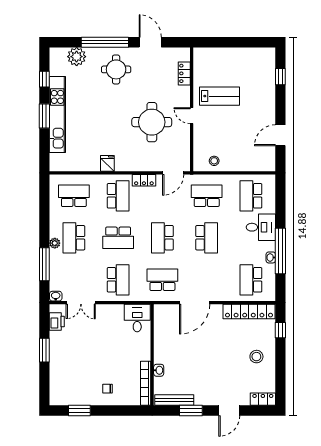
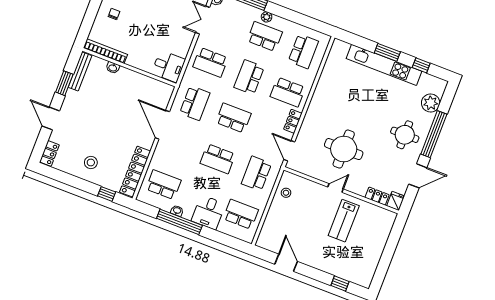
fridge: (107, 163) -> (396, 201), moved, turned -90
school desk: (207, 196) -> (256, 174), turned 180

